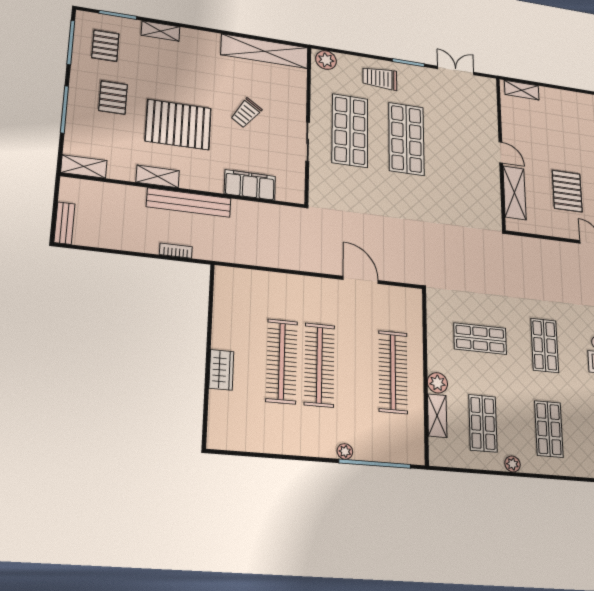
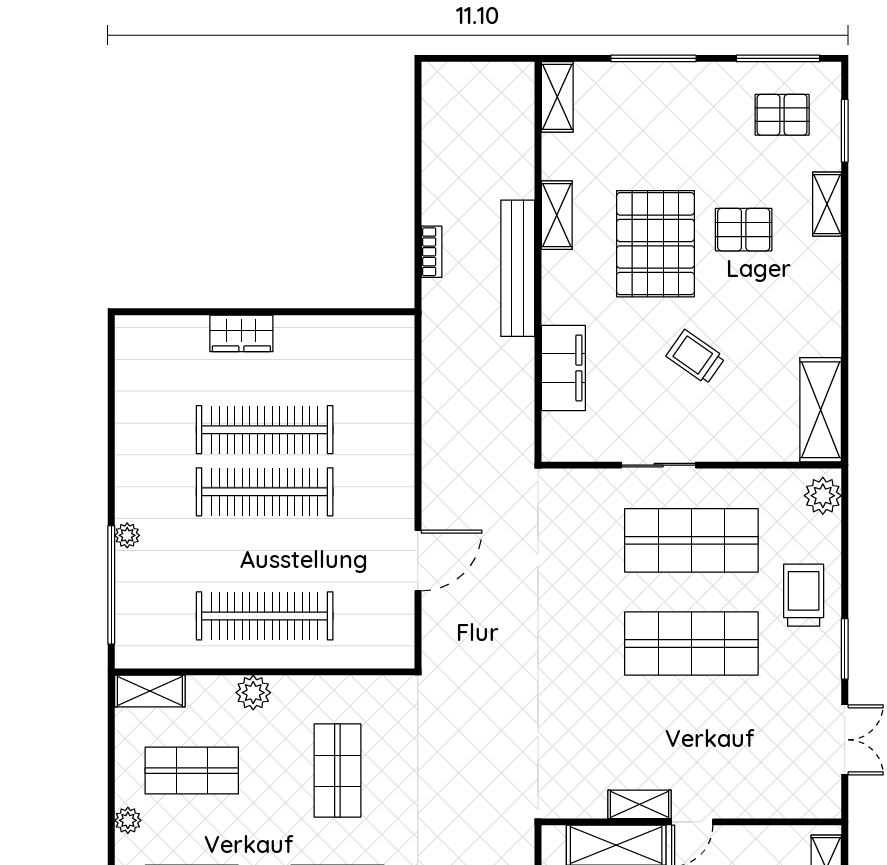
shelving: (265, 51) -> (821, 410), width x0.68
pallet: (113, 98) -> (744, 230), moved
shelving: (493, 178) -> (640, 804), added
bench: (64, 223) -> (456, 75), removed
shelving: (437, 416) -> (150, 691), moved

